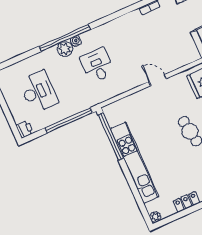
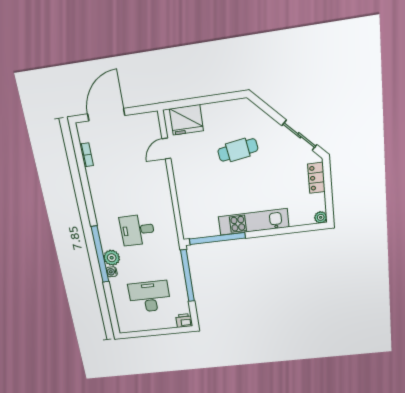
water cooler: (76, 41) -> (112, 272), moved
door: (158, 80) -> (166, 149), moved
kitchen unit: (135, 163) -> (254, 222), width x0.73

